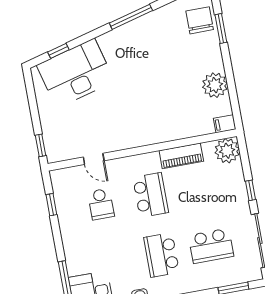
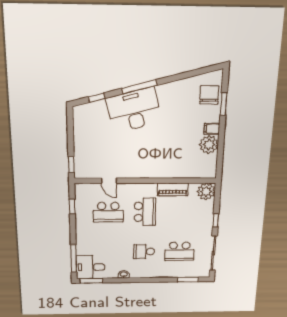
window: (131, 17) -> (140, 87), moved
desk: (75, 73) -> (134, 110), moved
filing cabinet: (225, 124) -> (212, 129), moved
school desk: (101, 204) -> (108, 212), width x1.85
school desk: (162, 255) -> (144, 252), width x0.54

